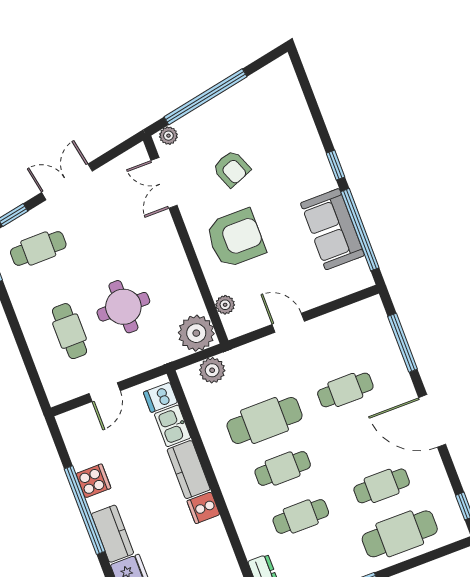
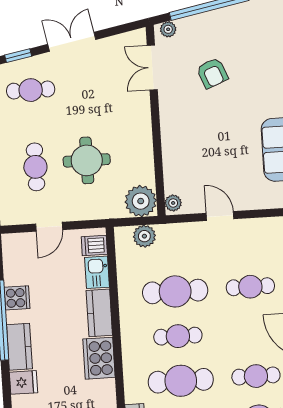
armchair: (236, 238) -> (198, 132), removed
plant: (225, 305) -> (173, 203), moved
cooker: (203, 508) -> (99, 358), width x1.87, depth x1.31
cafe table: (301, 516) -> (181, 381), width x1.37, depth x1.35

